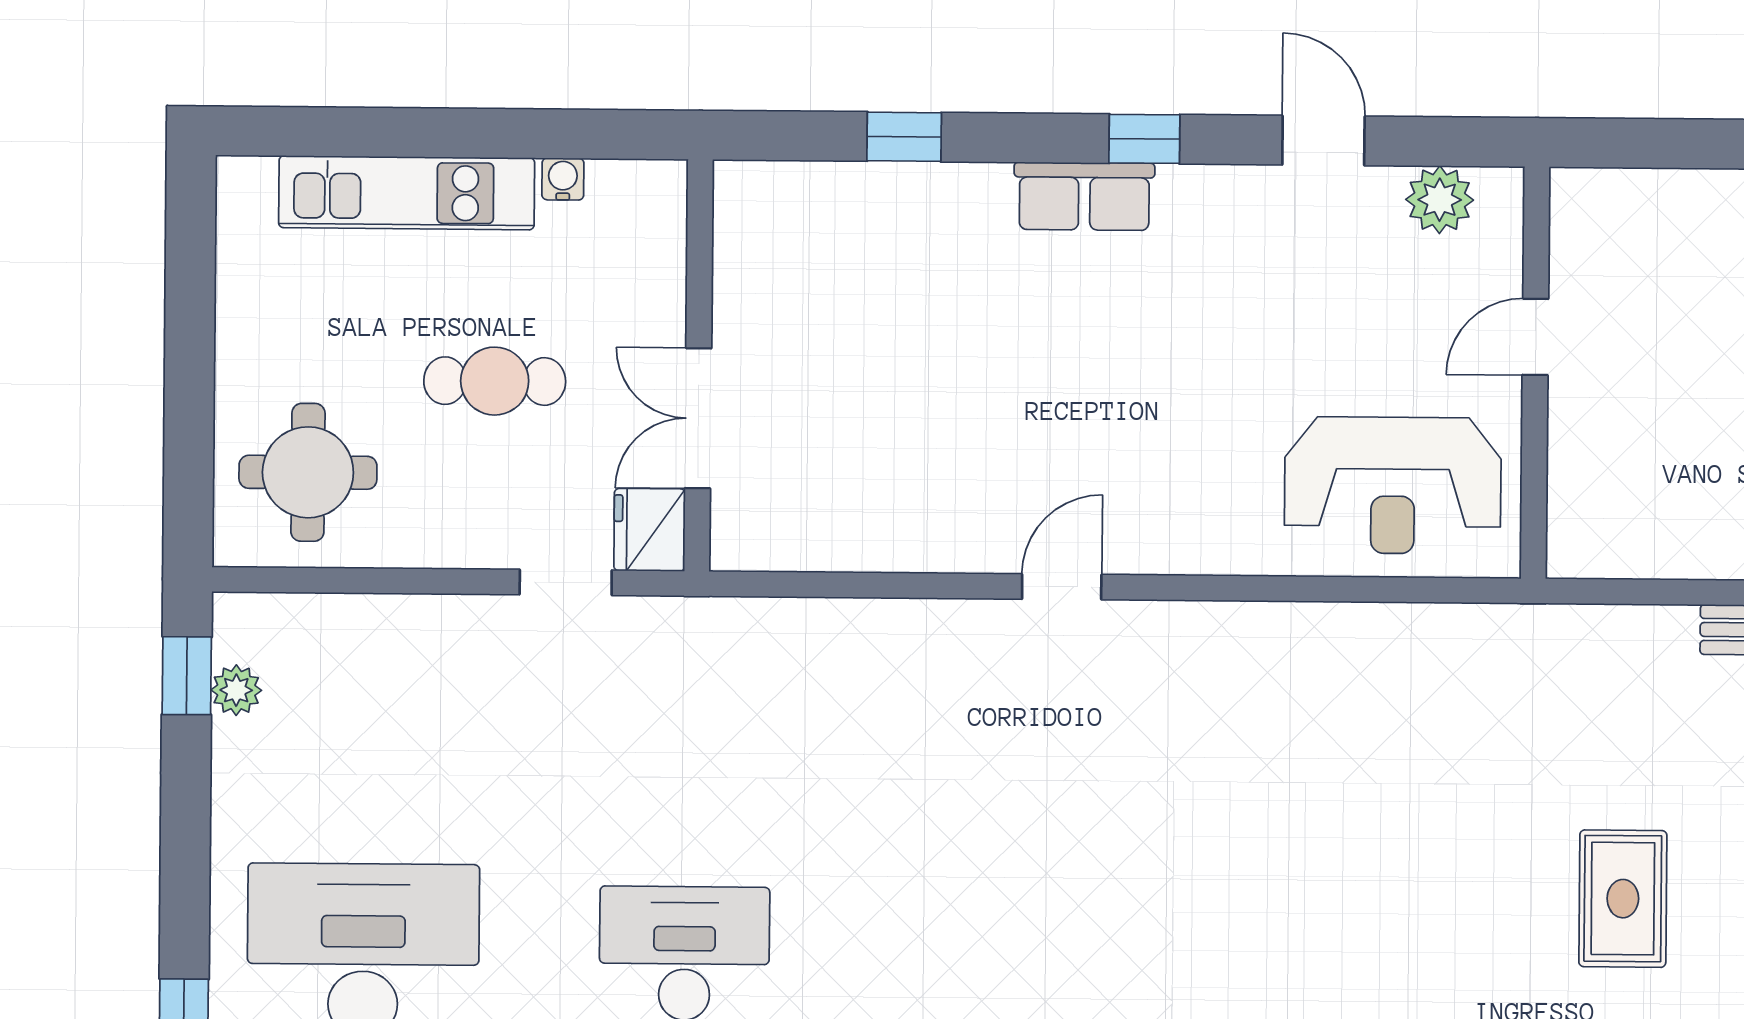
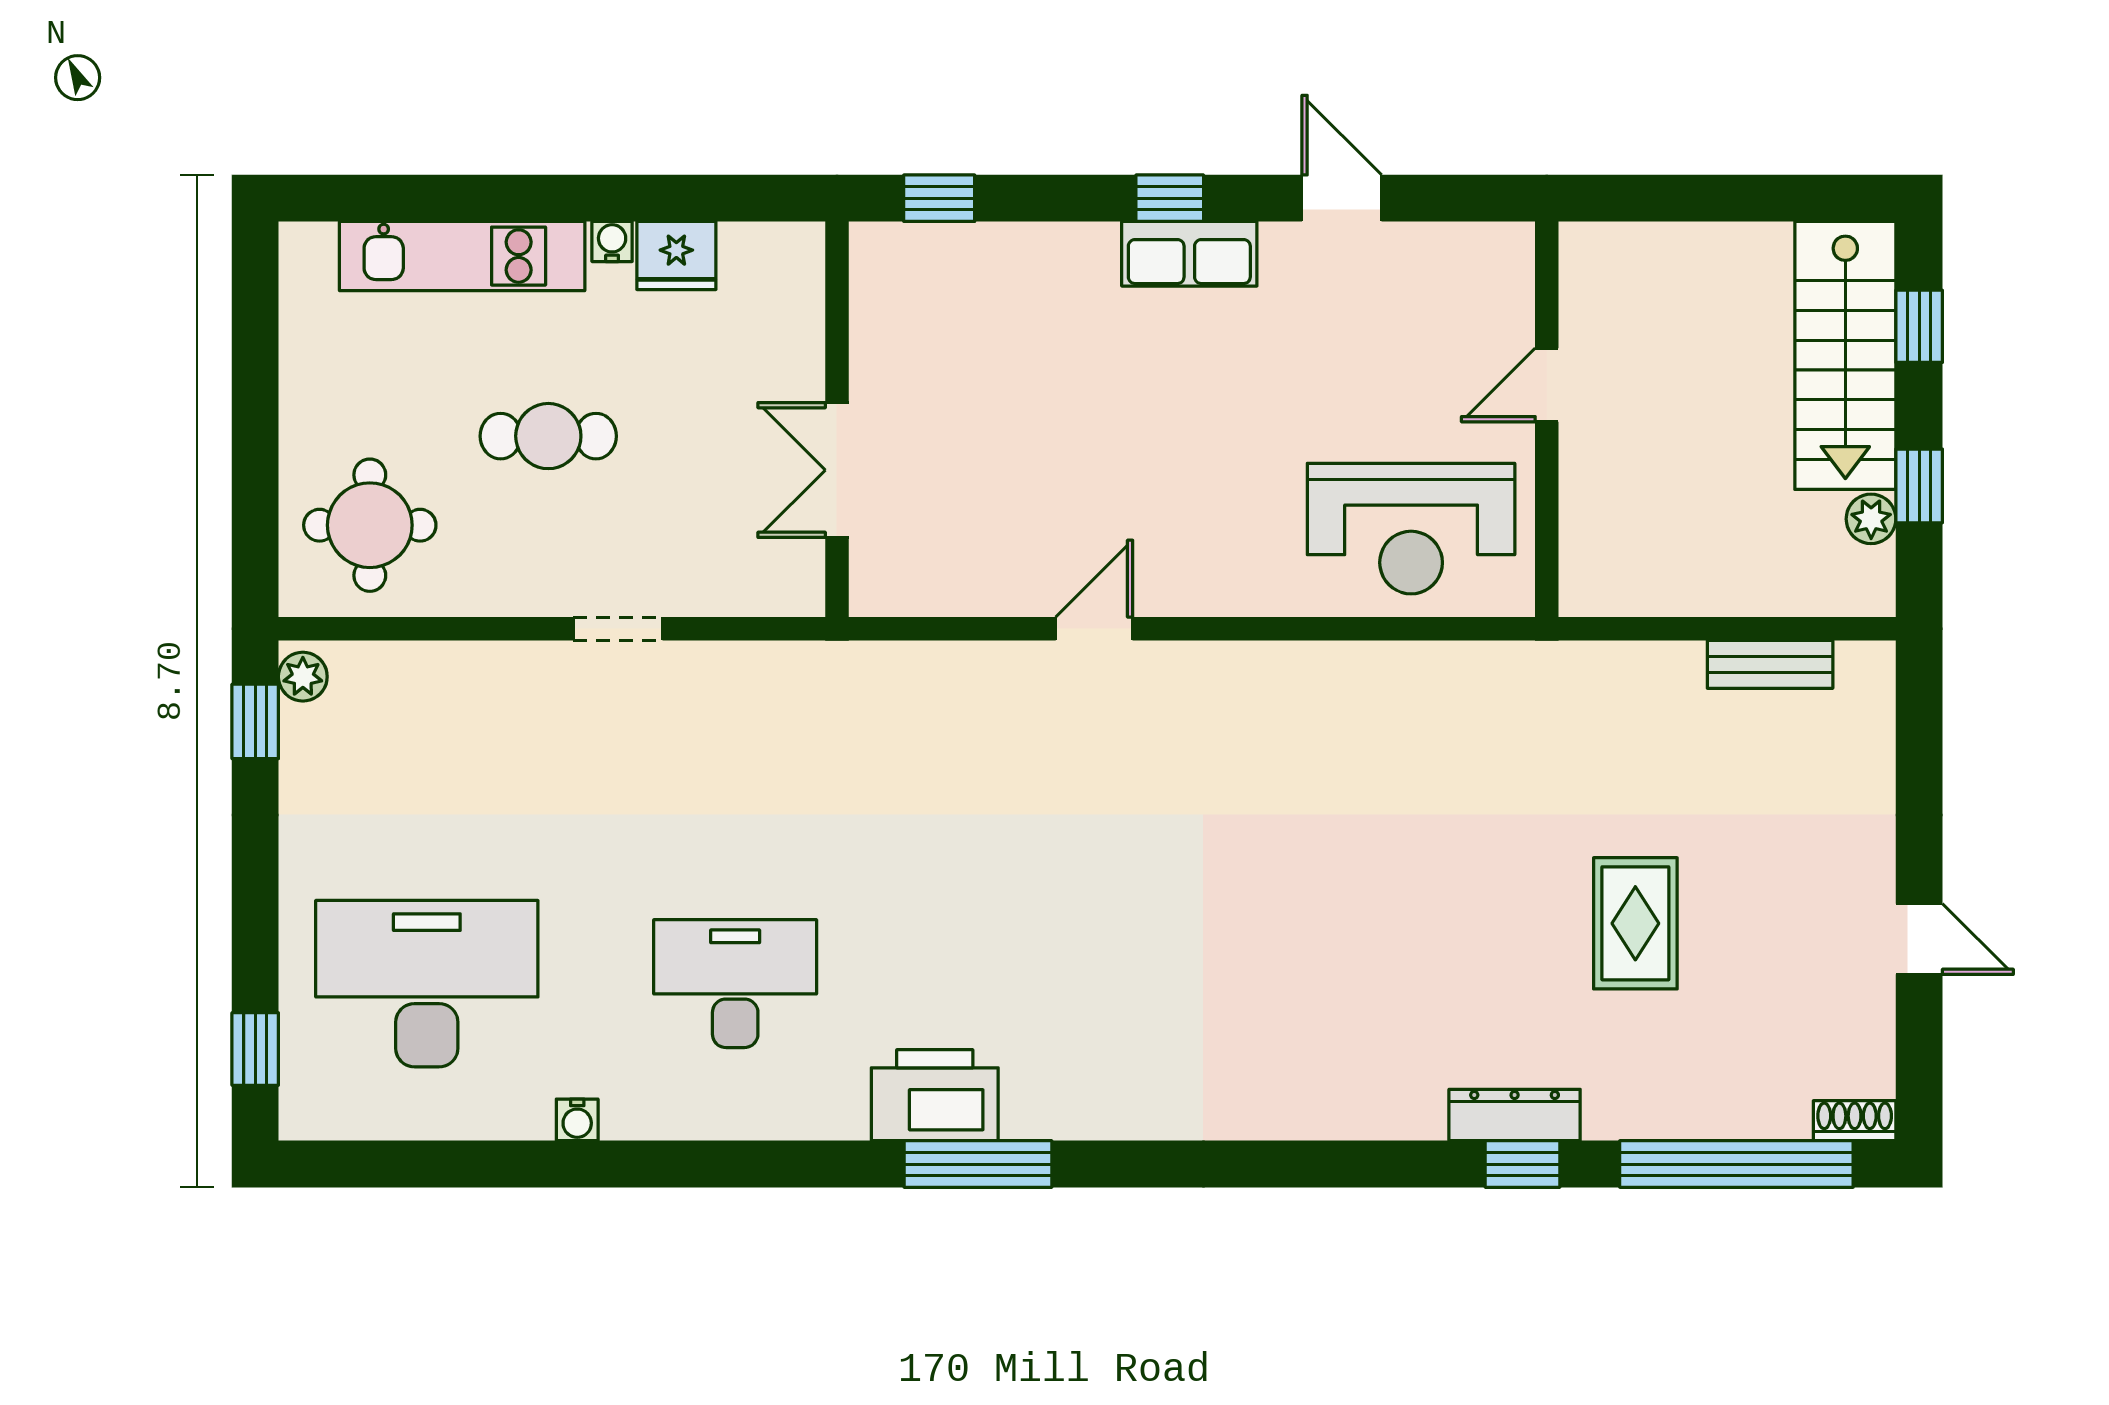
row of seats: (1084, 196) -> (1189, 254), moved
plant: (1440, 200) -> (1454, 254), removed
wall: (699, 365) -> (837, 419), moved
double door: (698, 418) -> (837, 470), moved
fridge: (650, 530) -> (676, 256), moved, turned -90
plant: (236, 690) -> (303, 677), moved

